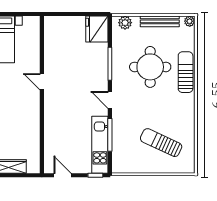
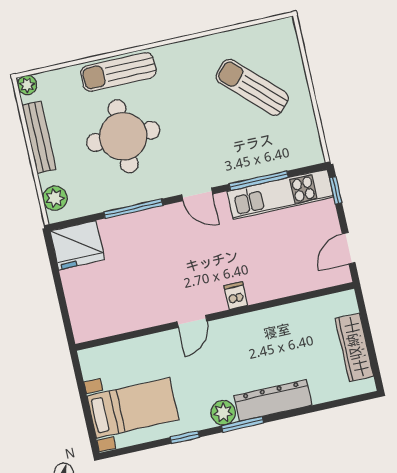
door: (110, 100) -> (197, 194), hinge flipped
dishwasher: (51, 109) -> (236, 295), added
sun lounger: (161, 143) -> (252, 87), turned 109

